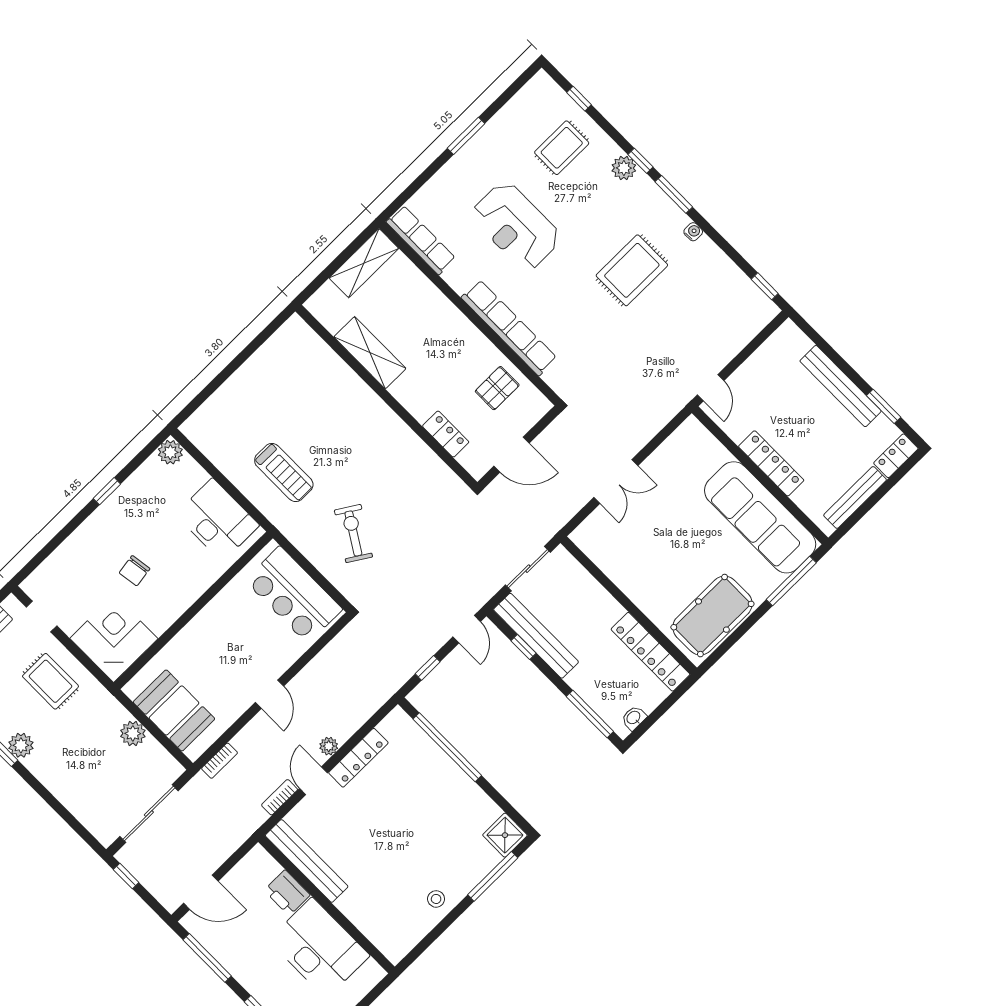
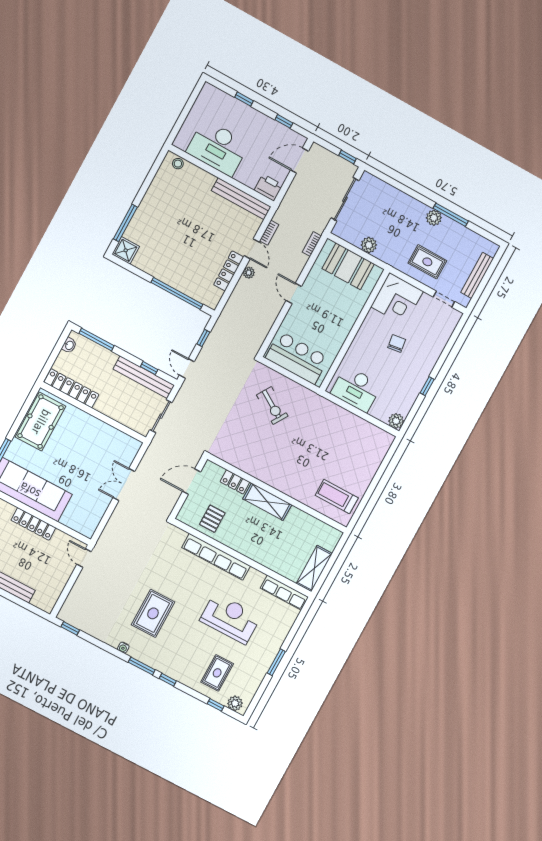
plant: (624, 168) -> (235, 703), moved
shelving: (370, 353) -> (267, 502), moved
treadmill: (284, 472) -> (337, 497), moved
printer: (287, 893) -> (268, 188), moved
stool: (436, 899) -> (178, 164), moved
window: (207, 958) -> (284, 121), width x0.46

